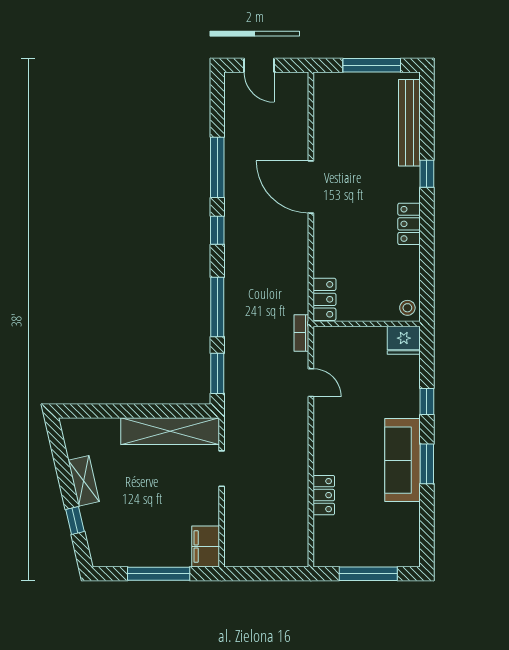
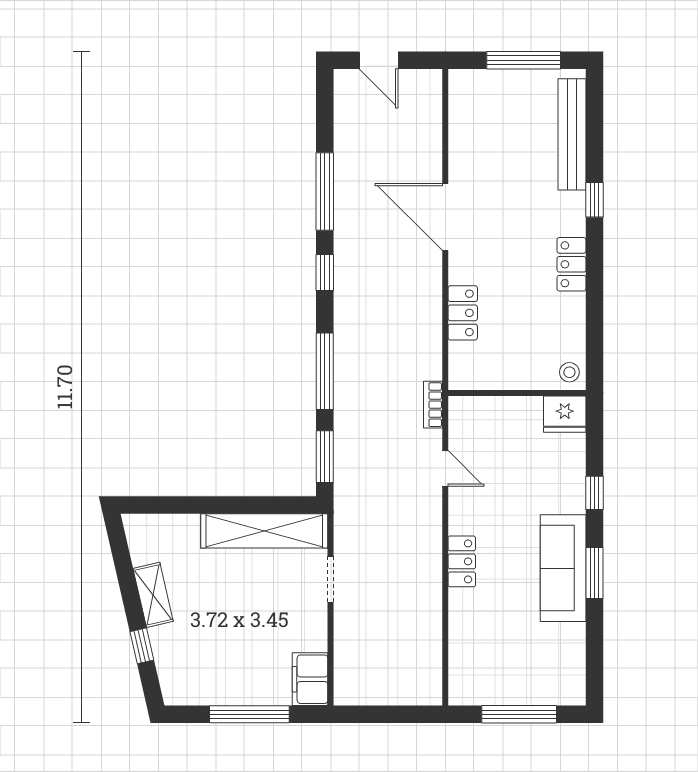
locker: (324, 299) -> (463, 313), moved
locker: (324, 495) -> (462, 561), moved

